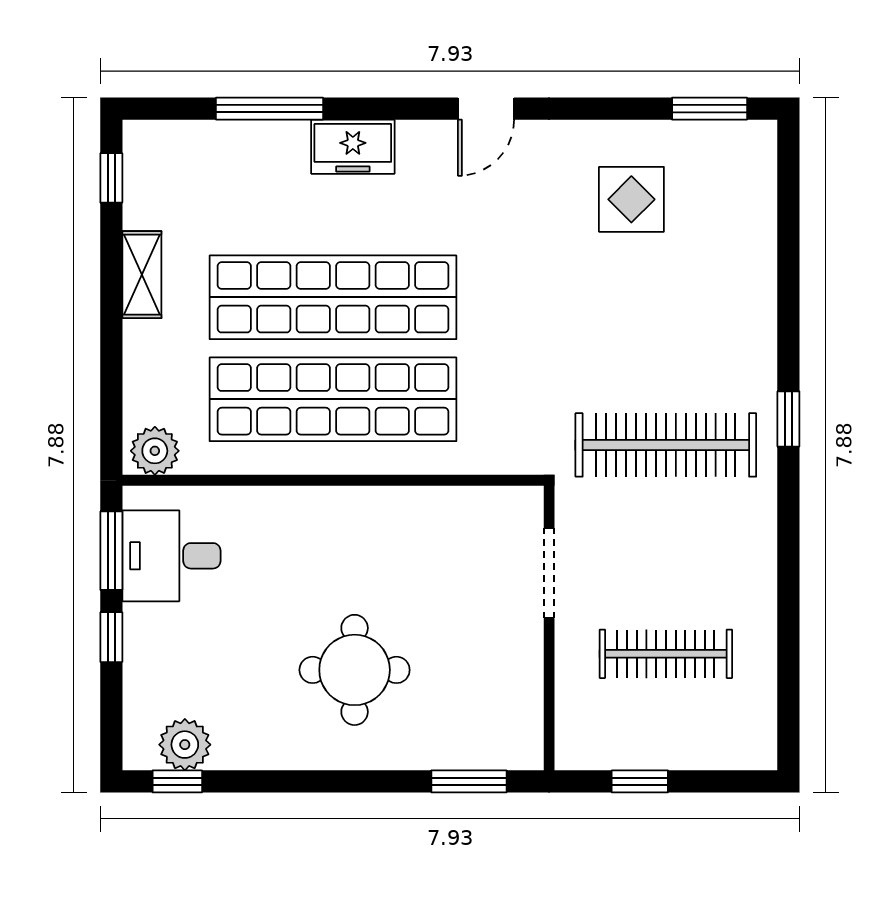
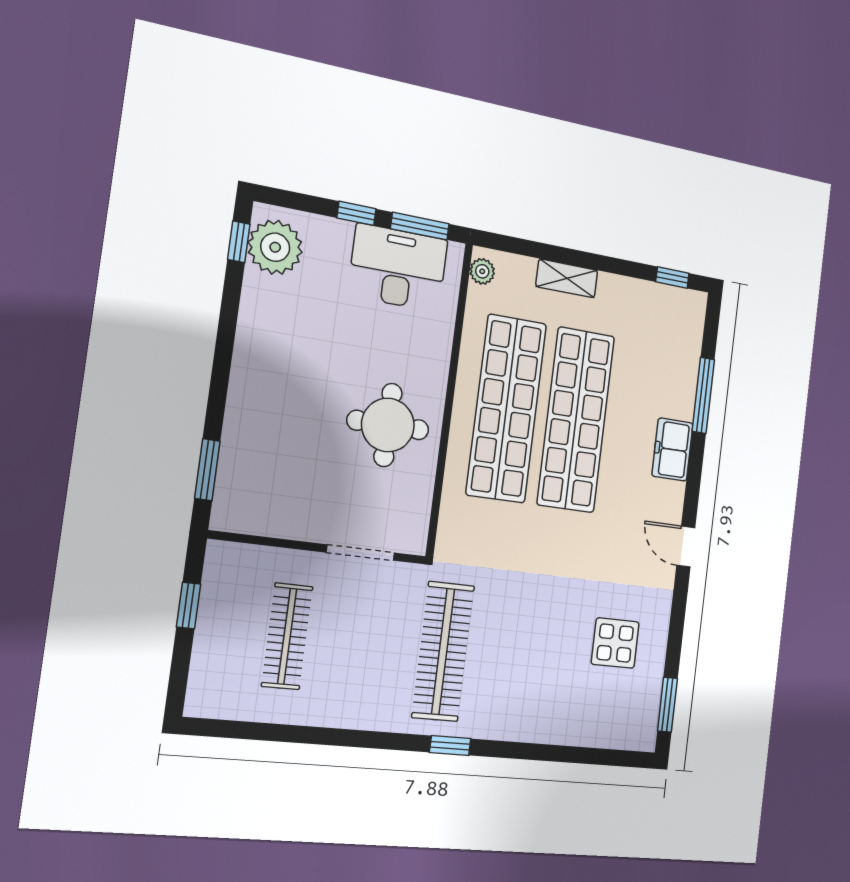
shelving: (142, 275) -> (567, 278), moved
plant: (155, 451) -> (482, 271), width x0.73, depth x0.73
desk: (171, 556) -> (398, 268), width x1.37
round table: (355, 670) -> (388, 425), moved
plant: (185, 745) -> (275, 247), width x1.36, depth x1.36

